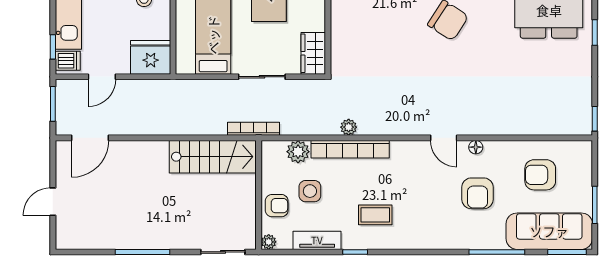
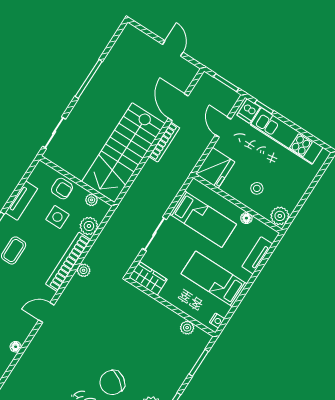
bookcase: (253, 129) -> (164, 142), moved
door: (90, 138) -> (178, 107), moved
door: (444, 138) -> (46, 313), moved
stairs: (213, 157) -> (123, 153), width x1.36, depth x1.51
door: (53, 202) -> (173, 48), moved
armchair: (277, 206) -> (62, 189), turned -90
plant: (269, 242) -> (91, 200), moved

